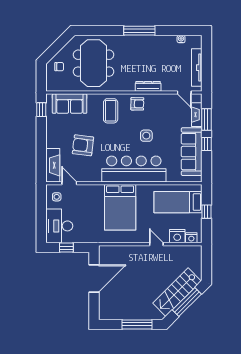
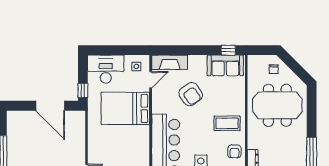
sofa: (70, 104) -> (225, 65), moved, turned -90
armchair: (83, 145) -> (191, 94), turned 139
bed: (120, 207) -> (125, 108), moved
window: (66, 248) -> (83, 90), moved

